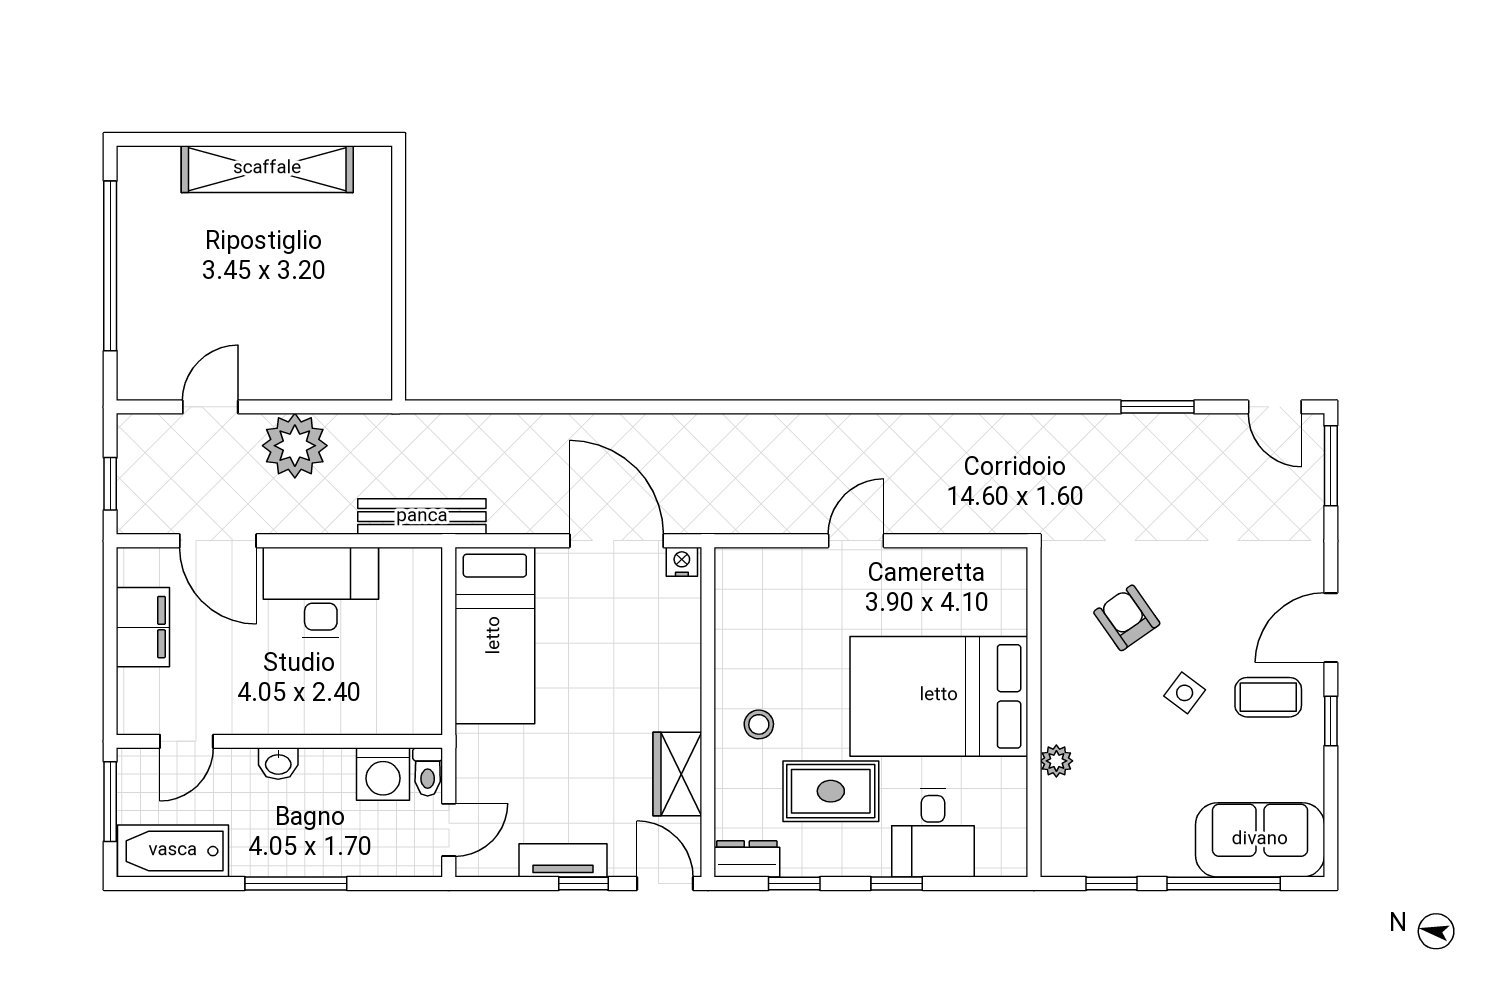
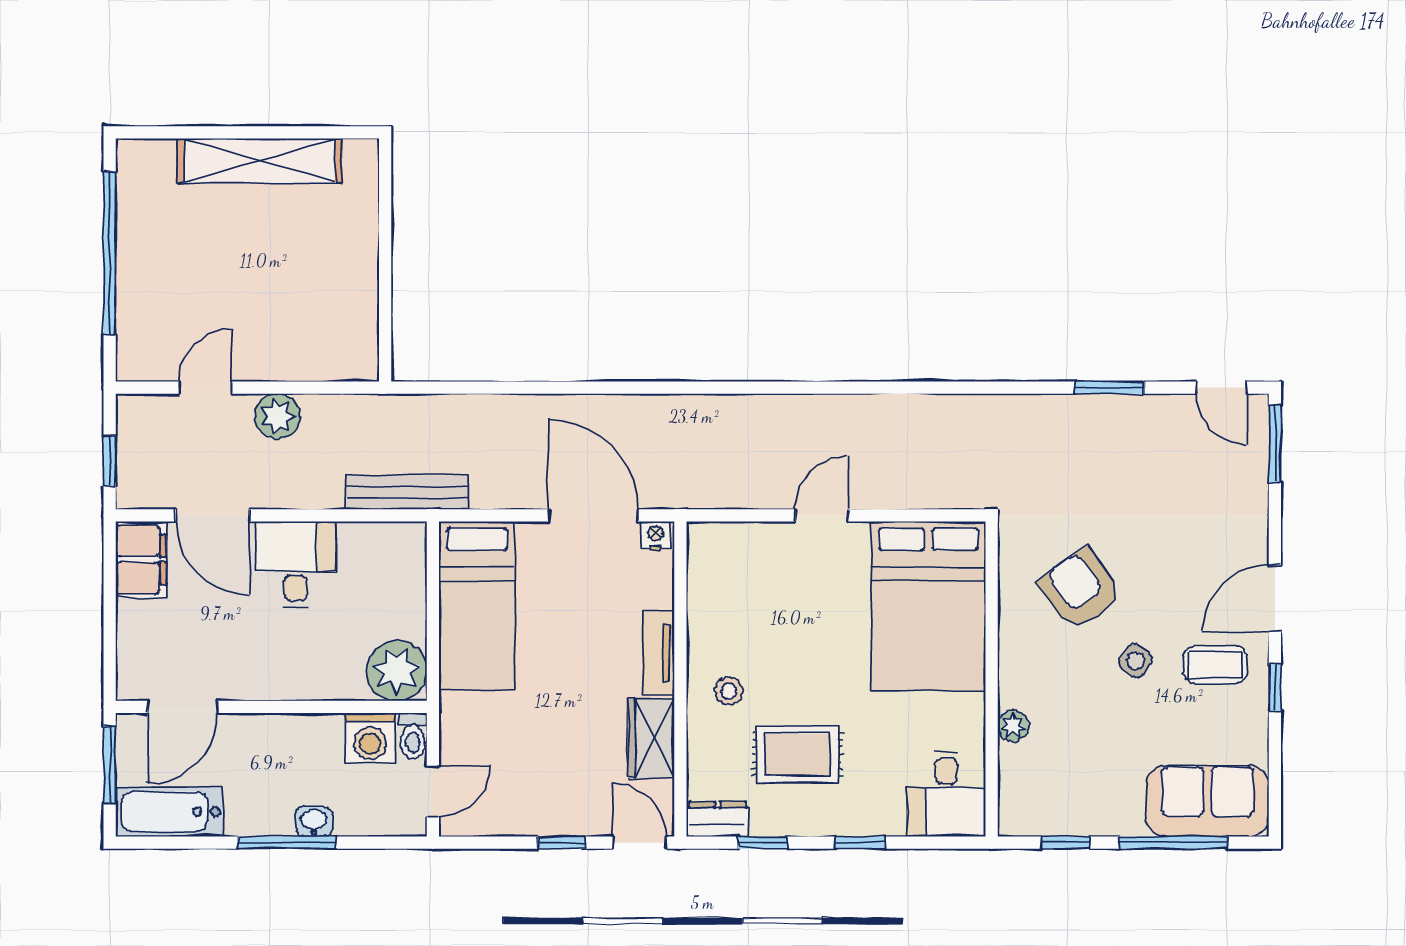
plant: (295, 446) -> (278, 416), width x0.73, depth x0.73
desk: (321, 592) -> (296, 565), width x0.73
armchair: (1127, 618) -> (1080, 589), width x1.38, depth x1.38
filing cabinet: (143, 627) -> (141, 559), moved
bed: (939, 696) -> (928, 606), moved, turned -90
plant: (411, 703) -> (397, 671), added
door: (186, 741) -> (183, 707), width x1.38
washbasin: (278, 764) -> (314, 821), moved, turned 180
desk: (933, 833) -> (946, 794), moved
tv unit: (563, 860) -> (658, 653), moved, turned -90

